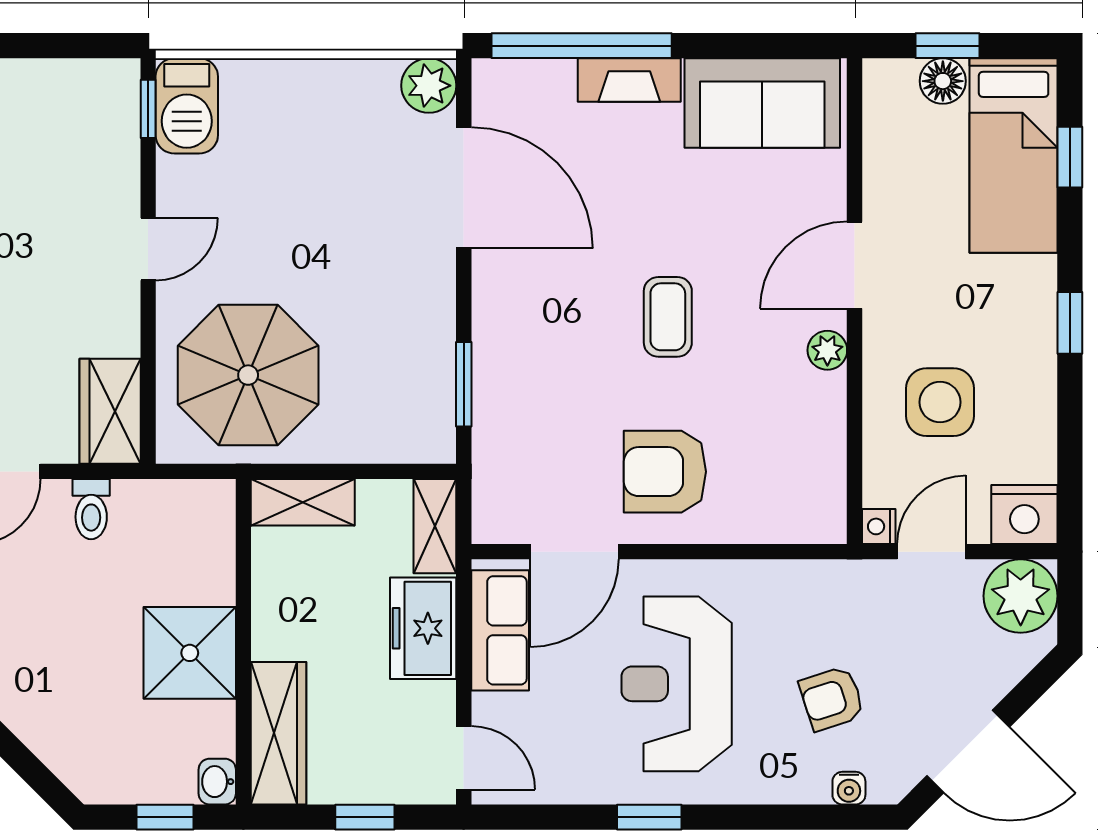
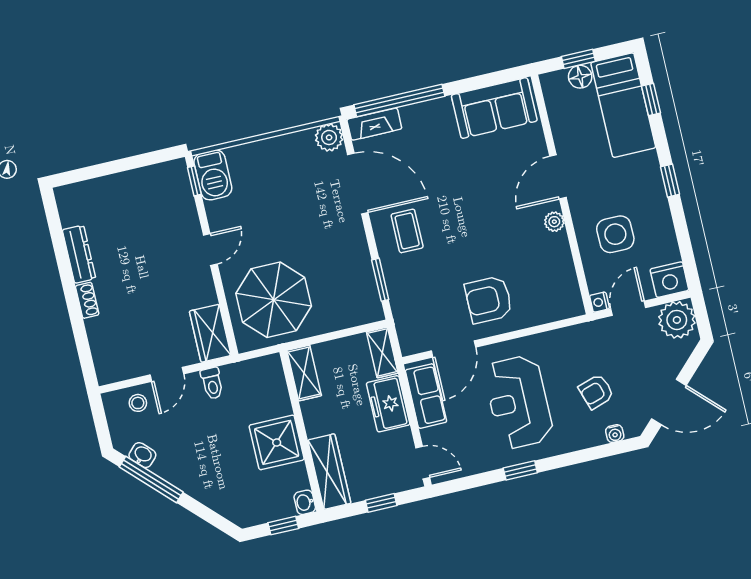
fireplace: (629, 80) -> (374, 124), moved
coffee table: (668, 317) -> (407, 231), moved
shelving: (303, 502) -> (304, 373), moved, turned 90

